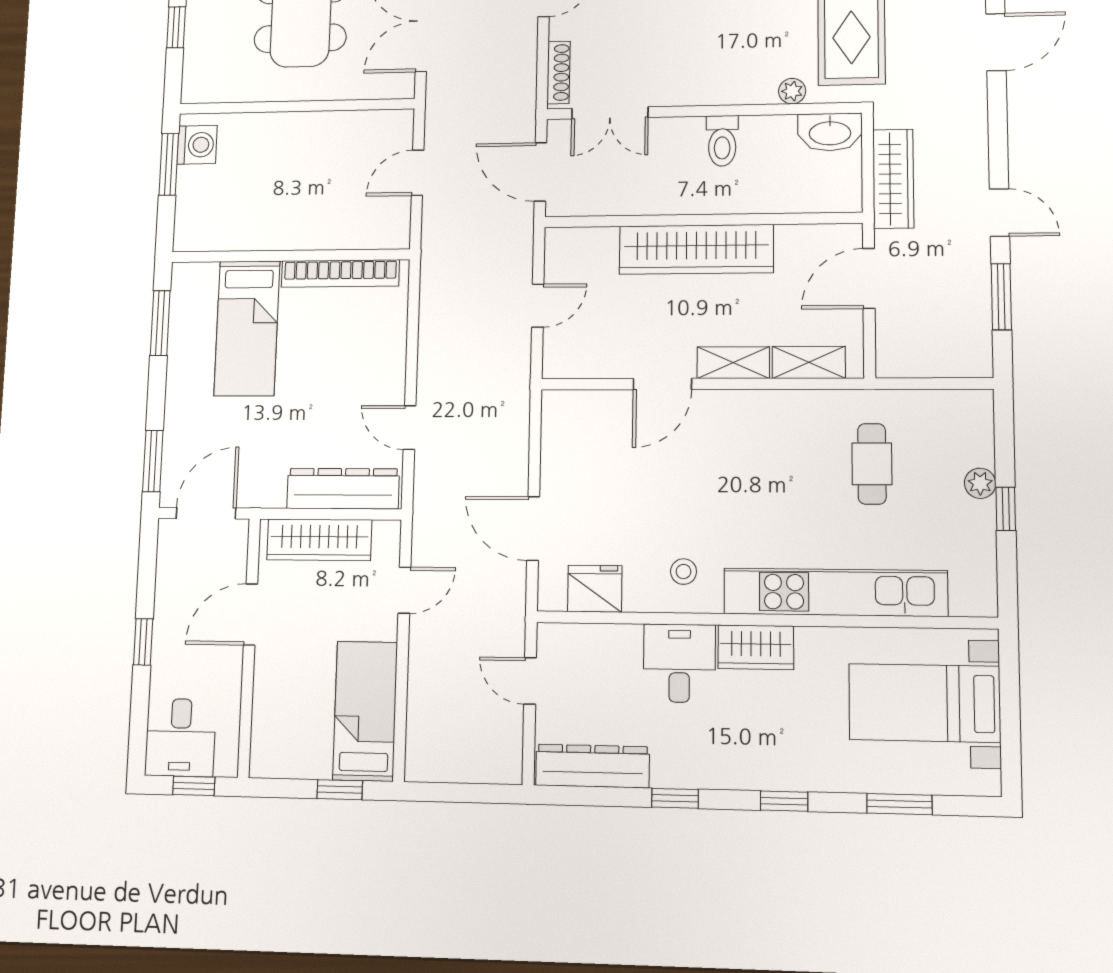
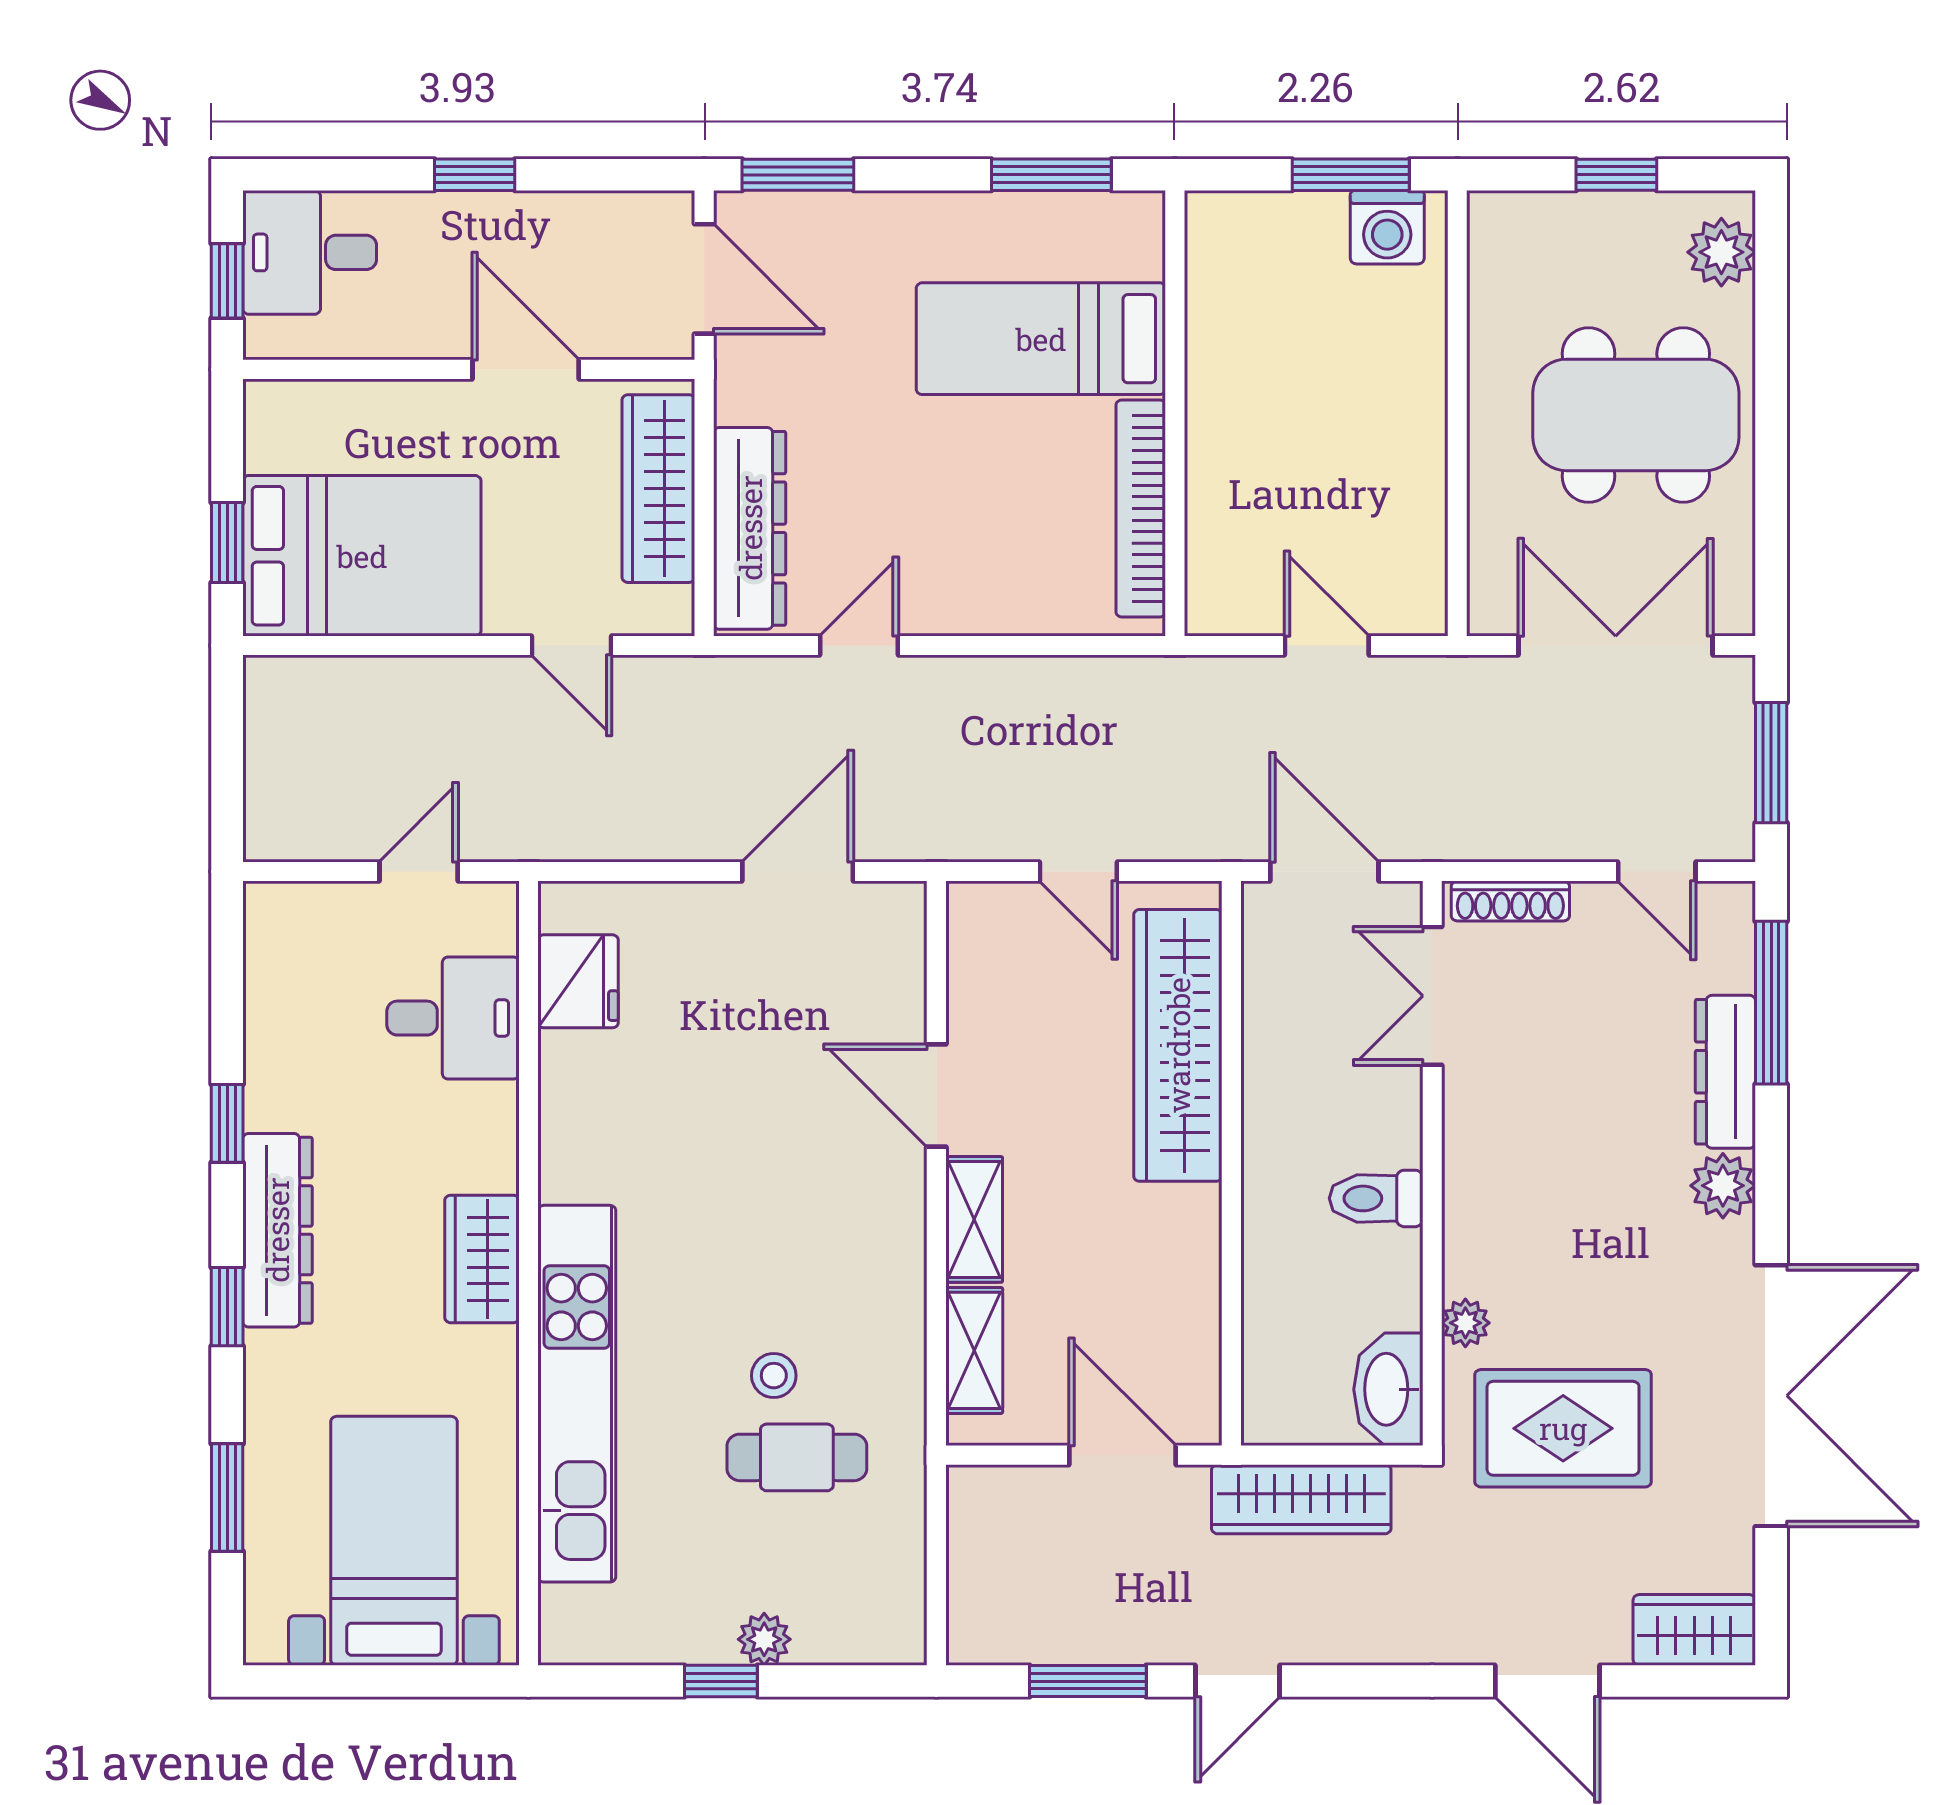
door: (540, 172) -> (1324, 871), hinge flipped
wardrobe: (696, 249) -> (1178, 1045), moved
door: (533, 529) -> (798, 871), moved
stool: (684, 572) -> (774, 1376), moved
desk: (679, 663) -> (453, 1018), moved
bed: (365, 711) -> (362, 556), width x1.50
dresser: (593, 766) -> (277, 1230), moved

